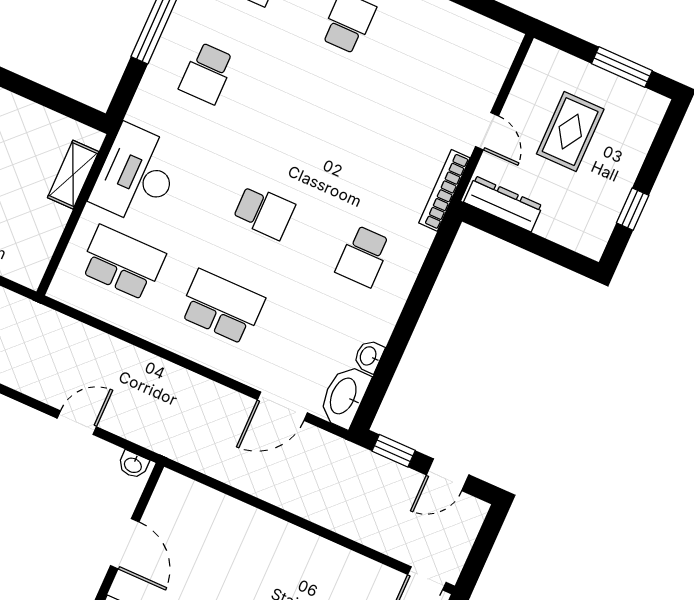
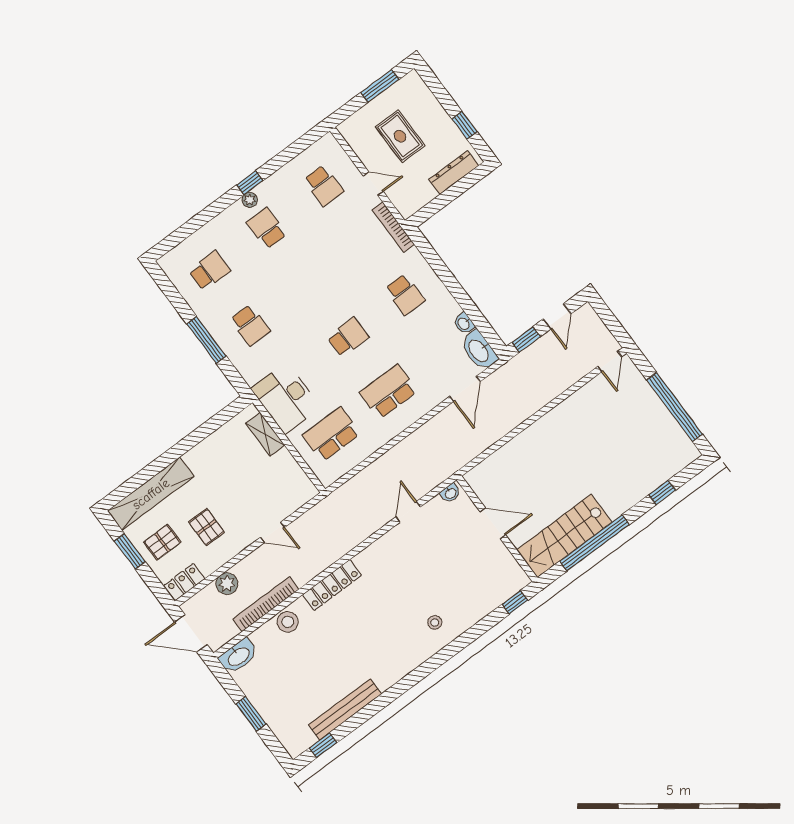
school desk: (448, 67) -> (324, 186), added
dresser: (503, 204) -> (454, 173), moved

